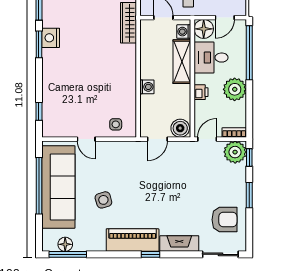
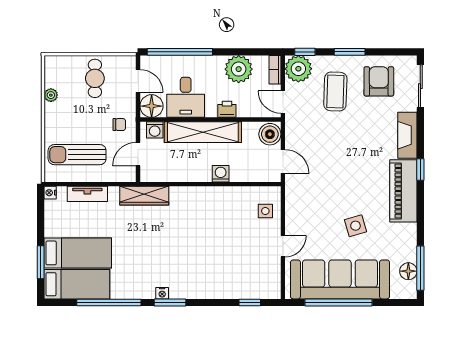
nightstand: (51, 38) -> (162, 293), width x0.53, depth x0.56
shelving: (182, 62) -> (203, 132), width x1.47
plant: (235, 89) -> (239, 69), moved
coffee table: (216, 183) -> (335, 91), added

